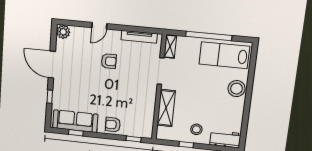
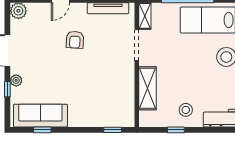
armchair: (109, 61) -> (75, 40), turned 93
plant: (57, 90) -> (16, 80), added
armchair: (113, 125) -> (86, 115), removed

